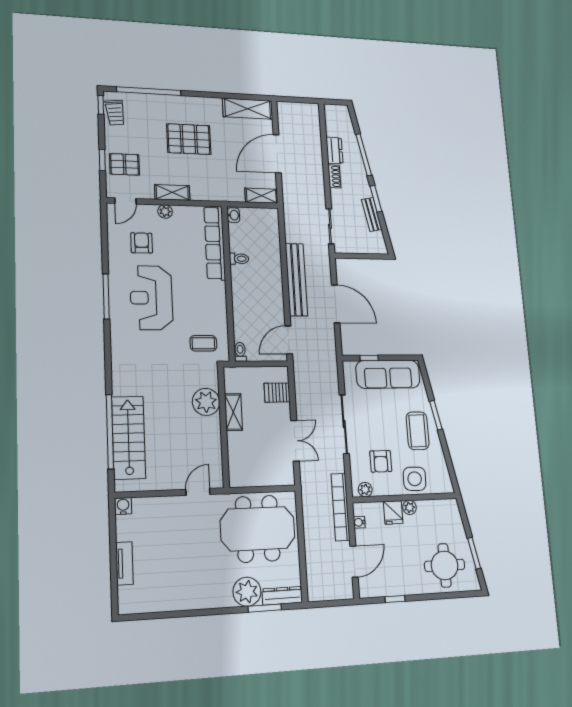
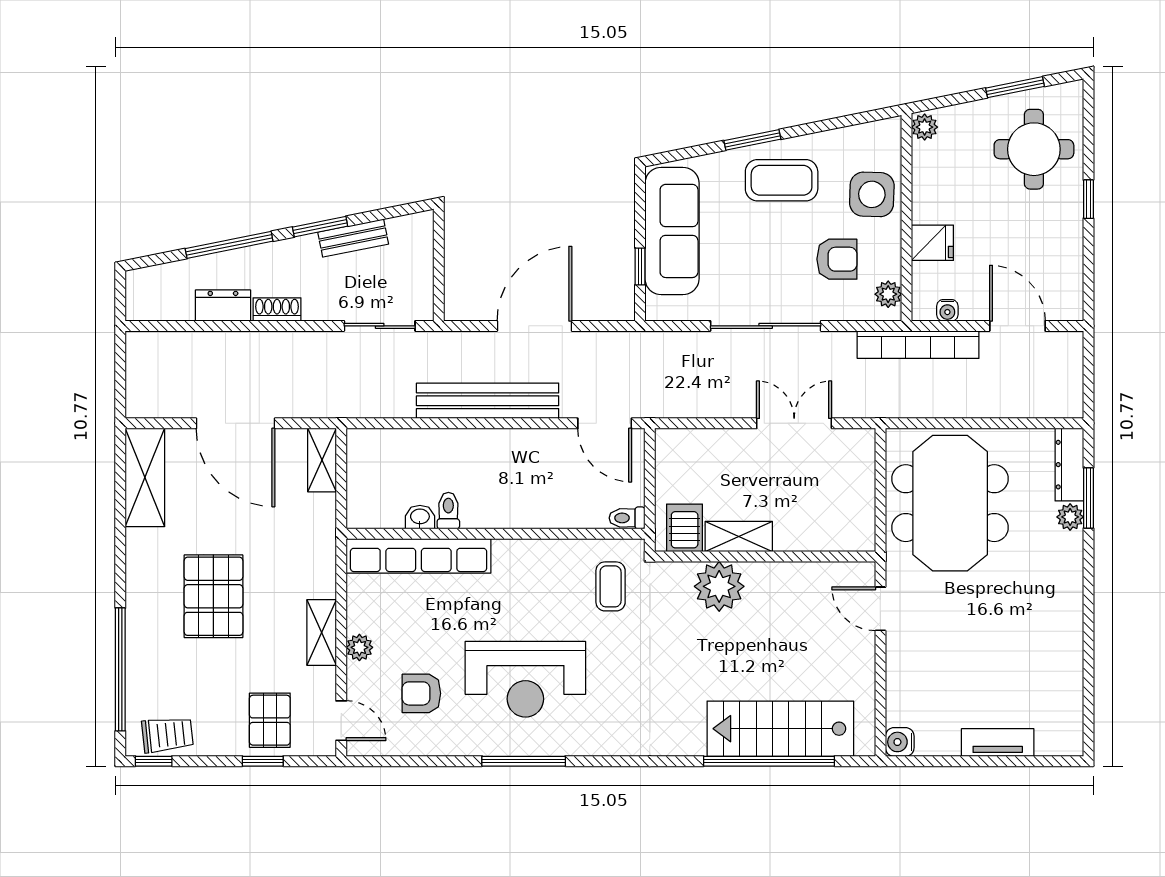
washbasin: (233, 215) -> (420, 517), moved
server rack: (277, 393) -> (685, 528), moved, turned 180
plant: (410, 507) -> (925, 127), moved
plant: (247, 592) -> (1070, 517), width x0.53, depth x0.53
window: (395, 599) -> (1088, 199), moved

